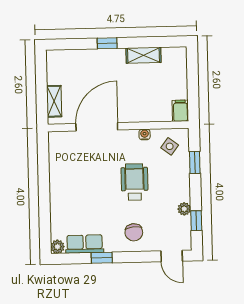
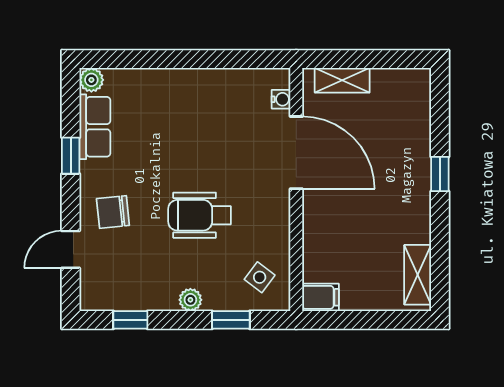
shelving: (144, 55) -> (418, 275), moved
water cooler: (145, 134) -> (281, 99), moved
wheelchair: (134, 182) -> (200, 215), turned 180
plant: (184, 209) -> (190, 300), moved
door: (172, 256) -> (71, 249), moved

